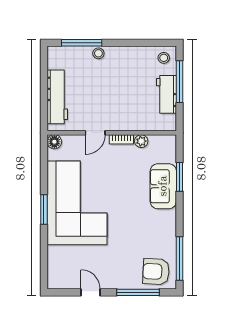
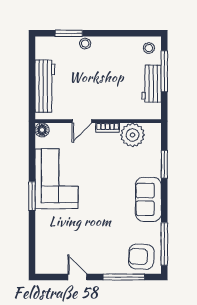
window: (82, 43) -> (69, 33), width x0.69
plant: (141, 141) -> (132, 135), width x1.88, depth x1.88
sofa: (163, 186) -> (148, 199), moved
corner sofa: (77, 203) -> (56, 179), width x0.73, depth x0.74

